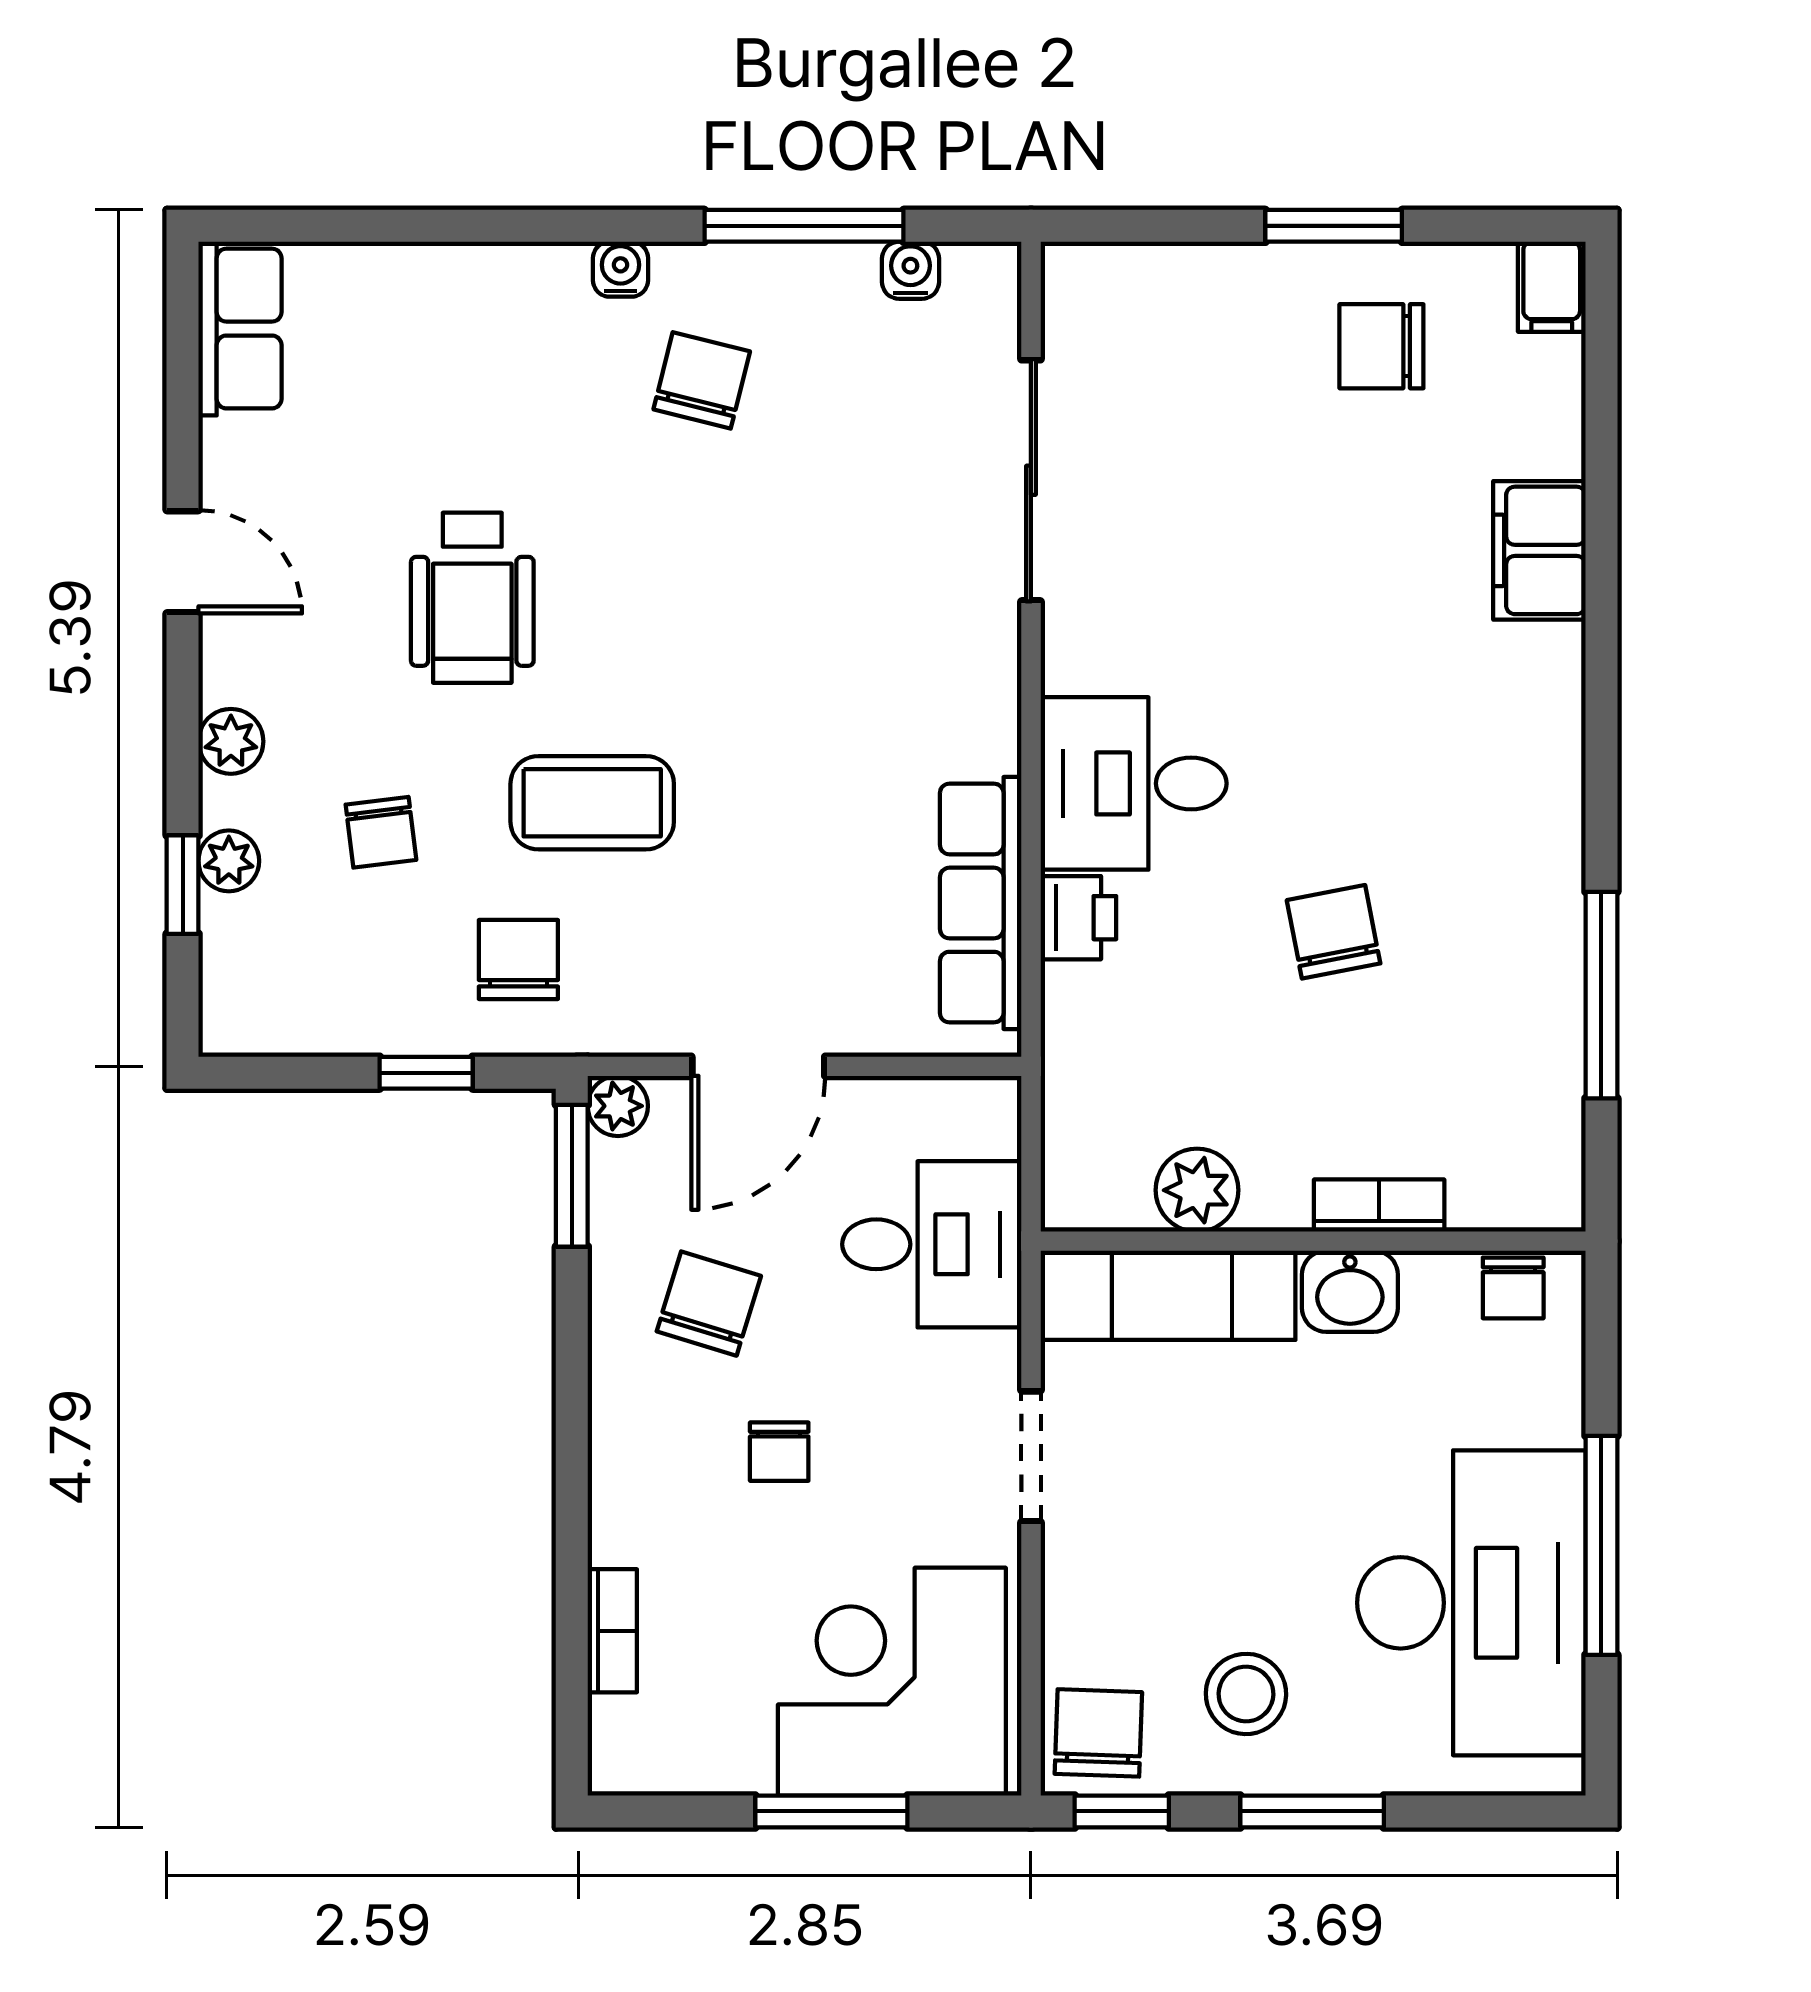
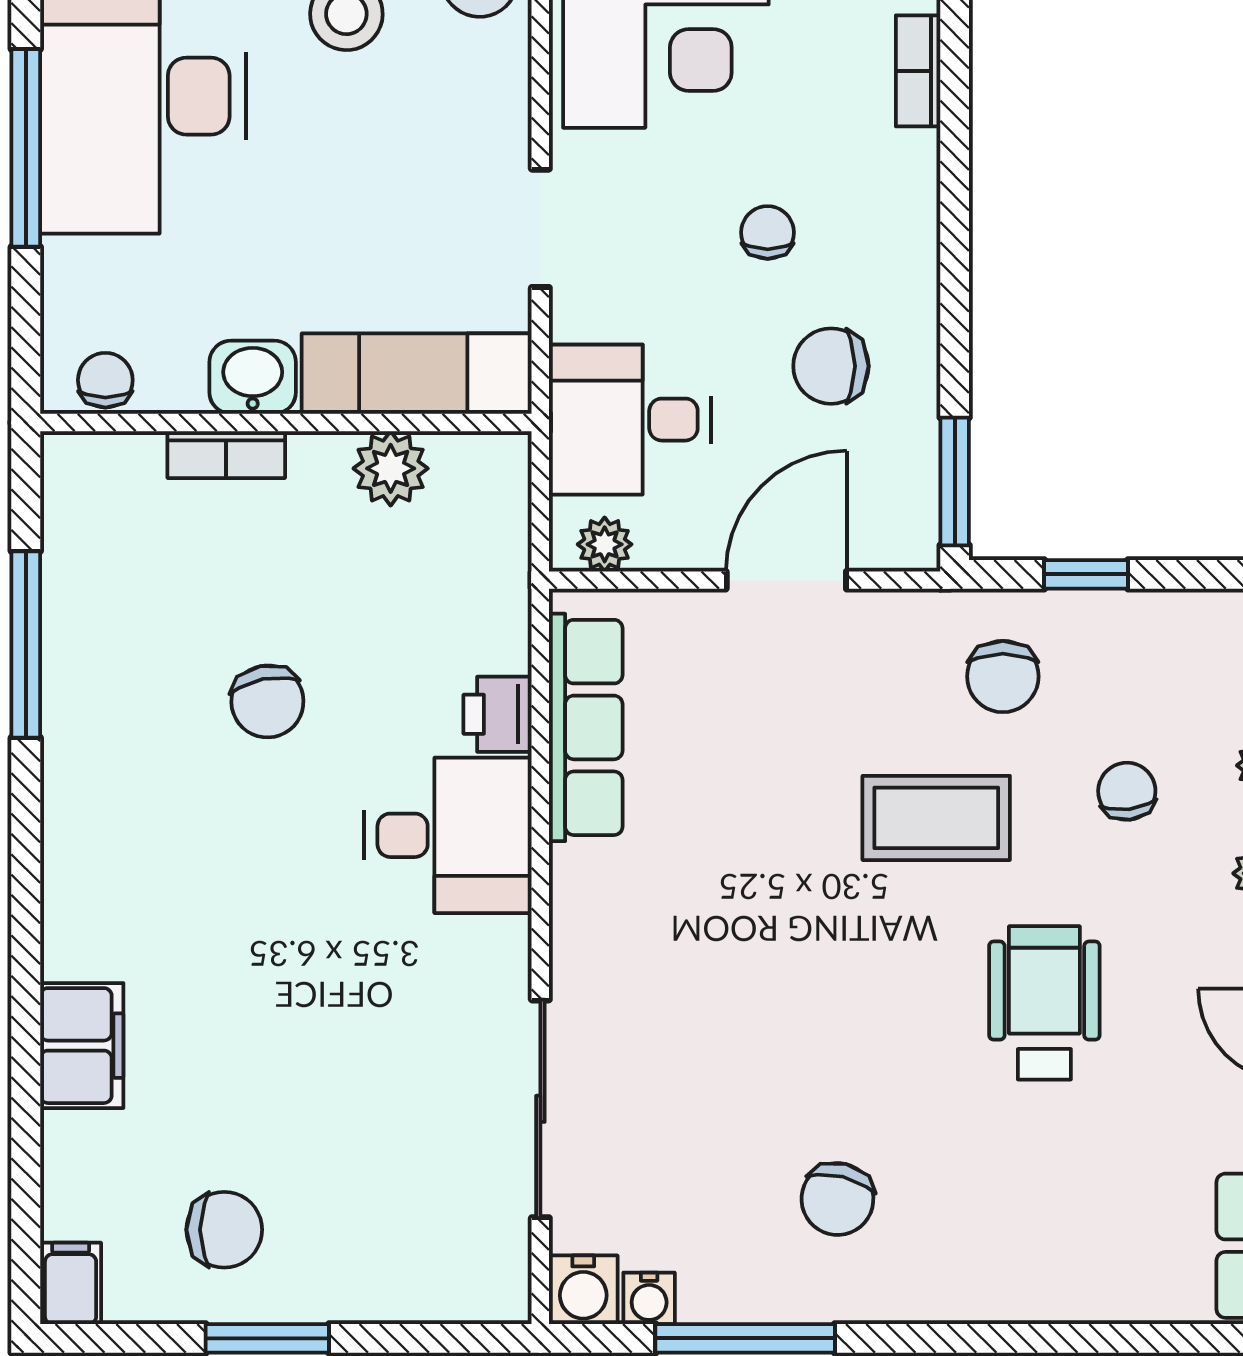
water cooler: (620, 269) -> (583, 1290), moved, width x1.38, depth x1.38
plant: (618, 1106) -> (605, 544), moved
chair: (709, 1304) -> (831, 366), turned 73

